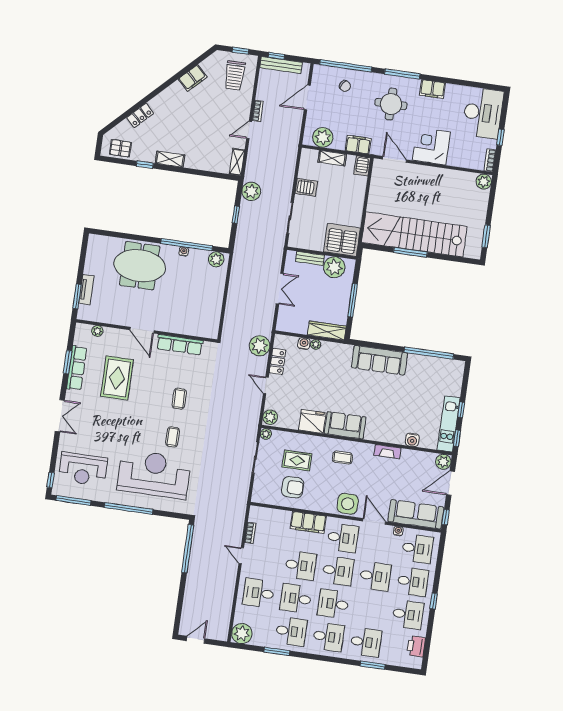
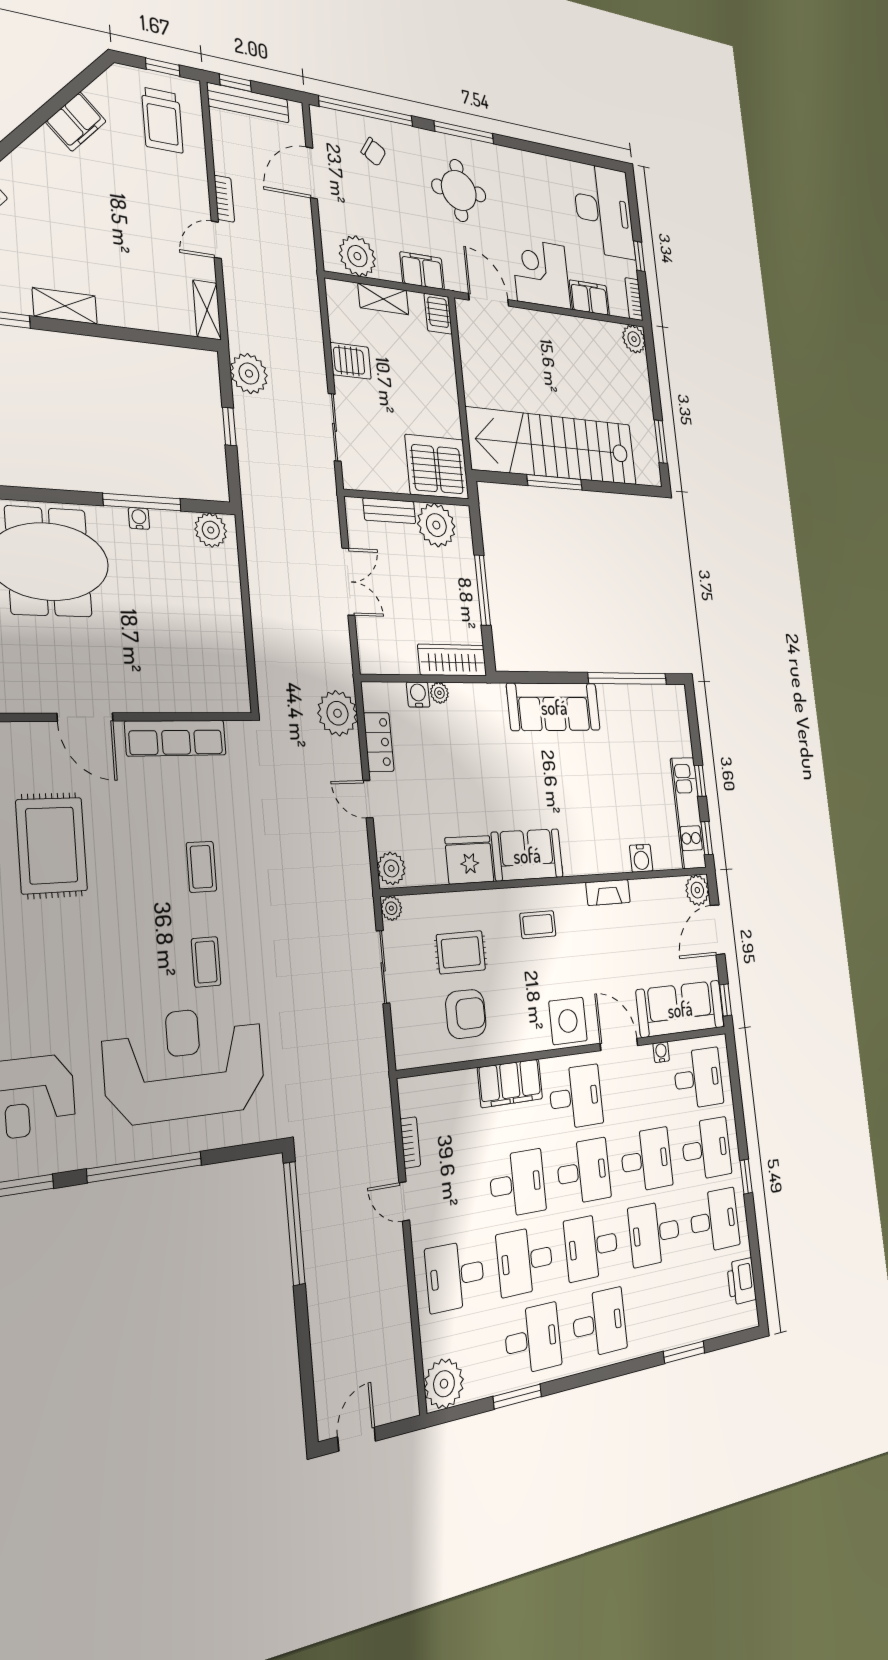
filing cabinet: (432, 89) -> (589, 298), moved, turned 180
window: (187, 245) -> (142, 502), width x0.68
desk: (366, 642) -> (654, 1233), moved, turned 180

